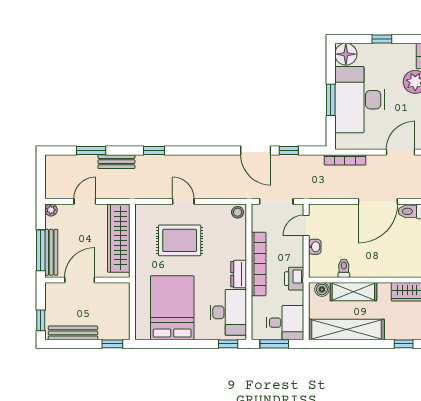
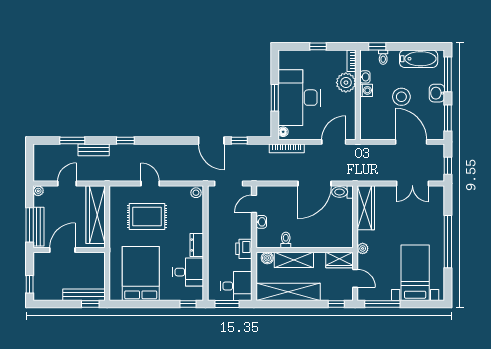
floor lamp: (346, 54) -> (283, 132), moved, width x0.53, depth x0.53
bookcase: (259, 264) -> (214, 236), removed
desk: (228, 312) -> (188, 272), width x0.73
bench: (73, 333) -> (84, 295), moved

